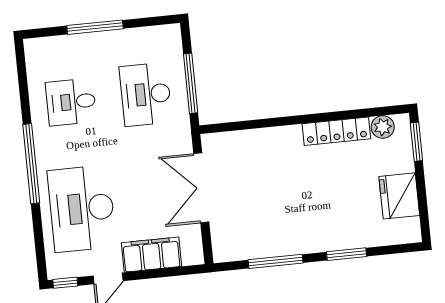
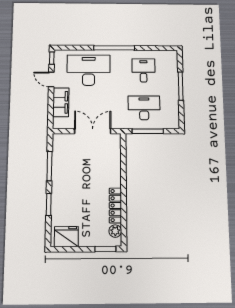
fridge: (399, 196) -> (66, 237), moved

